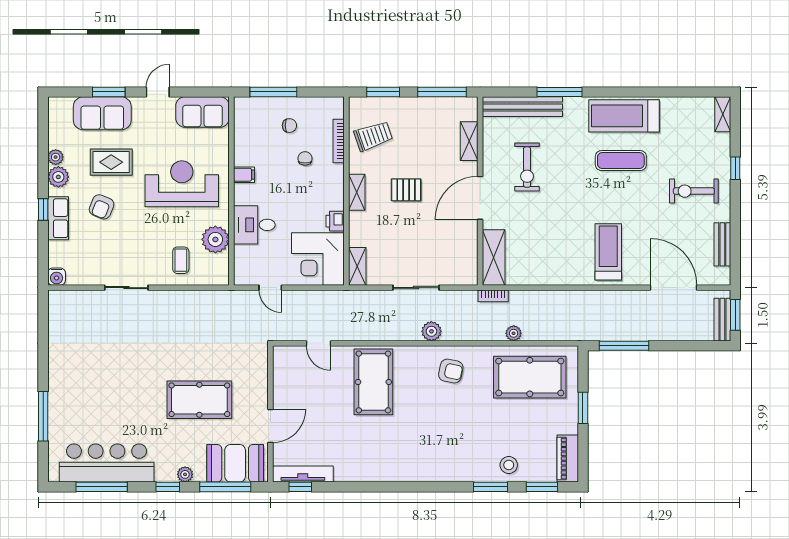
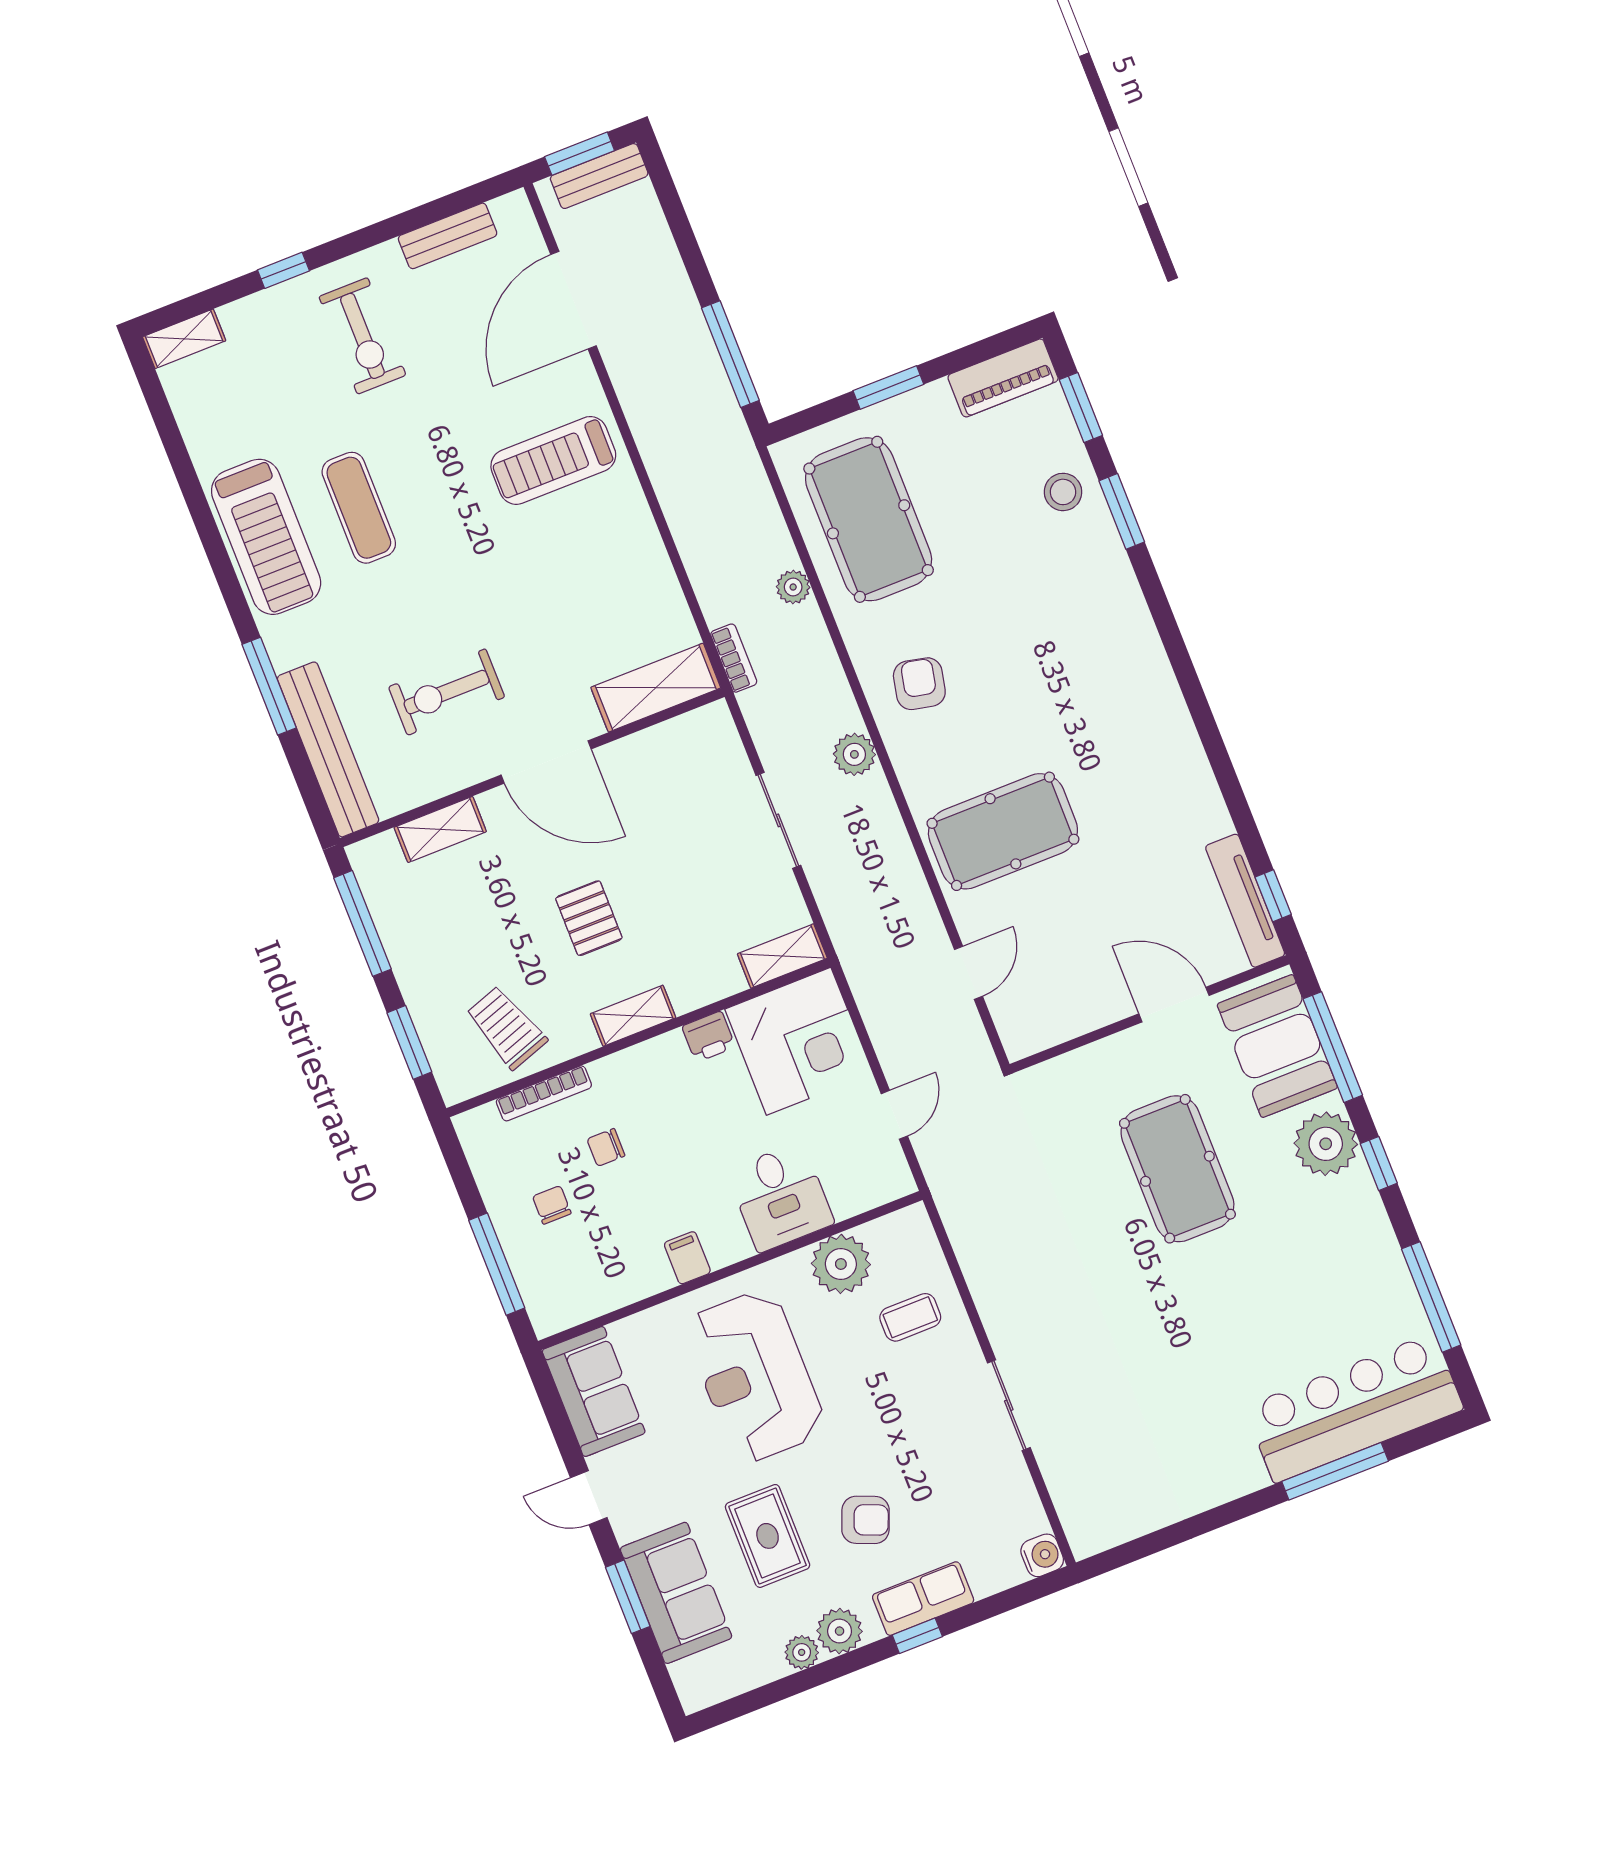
exercise bike: (527, 167) -> (447, 692), turned 180
bar counter: (107, 463) -> (1354, 1408), moved, turned 90
plant: (185, 474) -> (1326, 1144), width x1.88, depth x1.88

